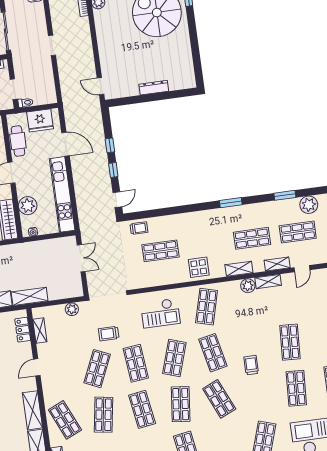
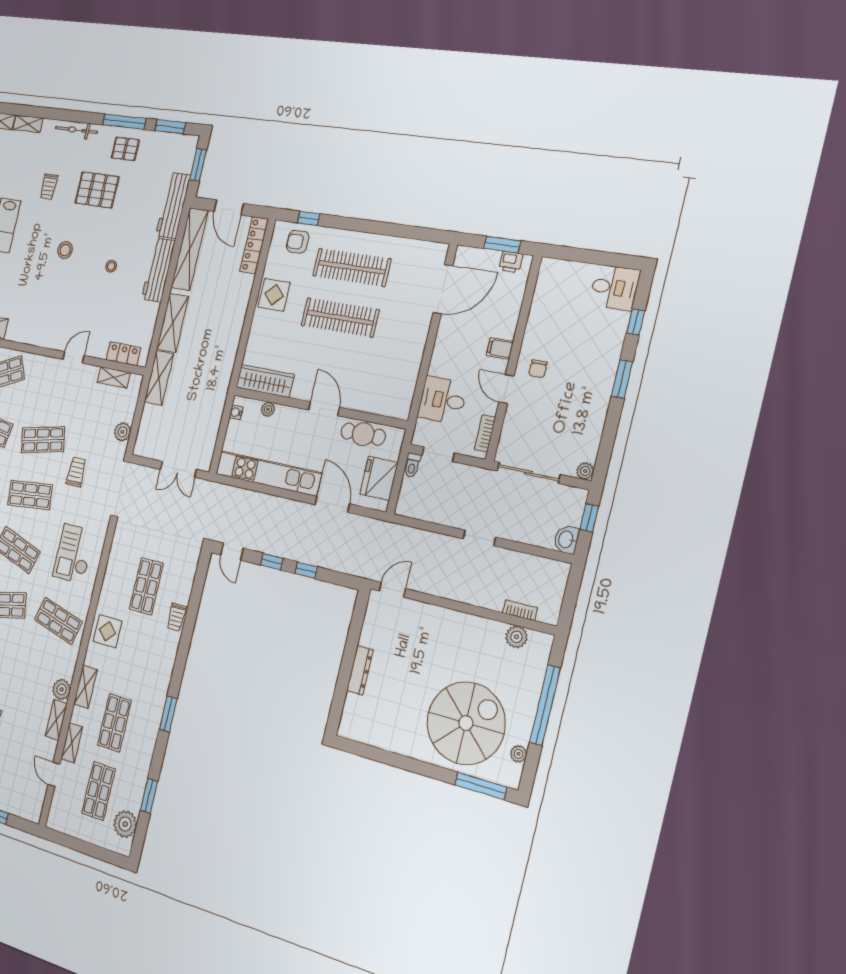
door: (66, 144) -> (332, 504), swing flipped
plant: (28, 206) -> (268, 409), width x0.53, depth x0.53
trolley: (139, 228) -> (176, 617), moved
door: (37, 367) -> (74, 357), hinge flipped
shop shelf: (97, 369) -> (43, 440), turned -36
shelving: (33, 410) -> (28, 334), removed

